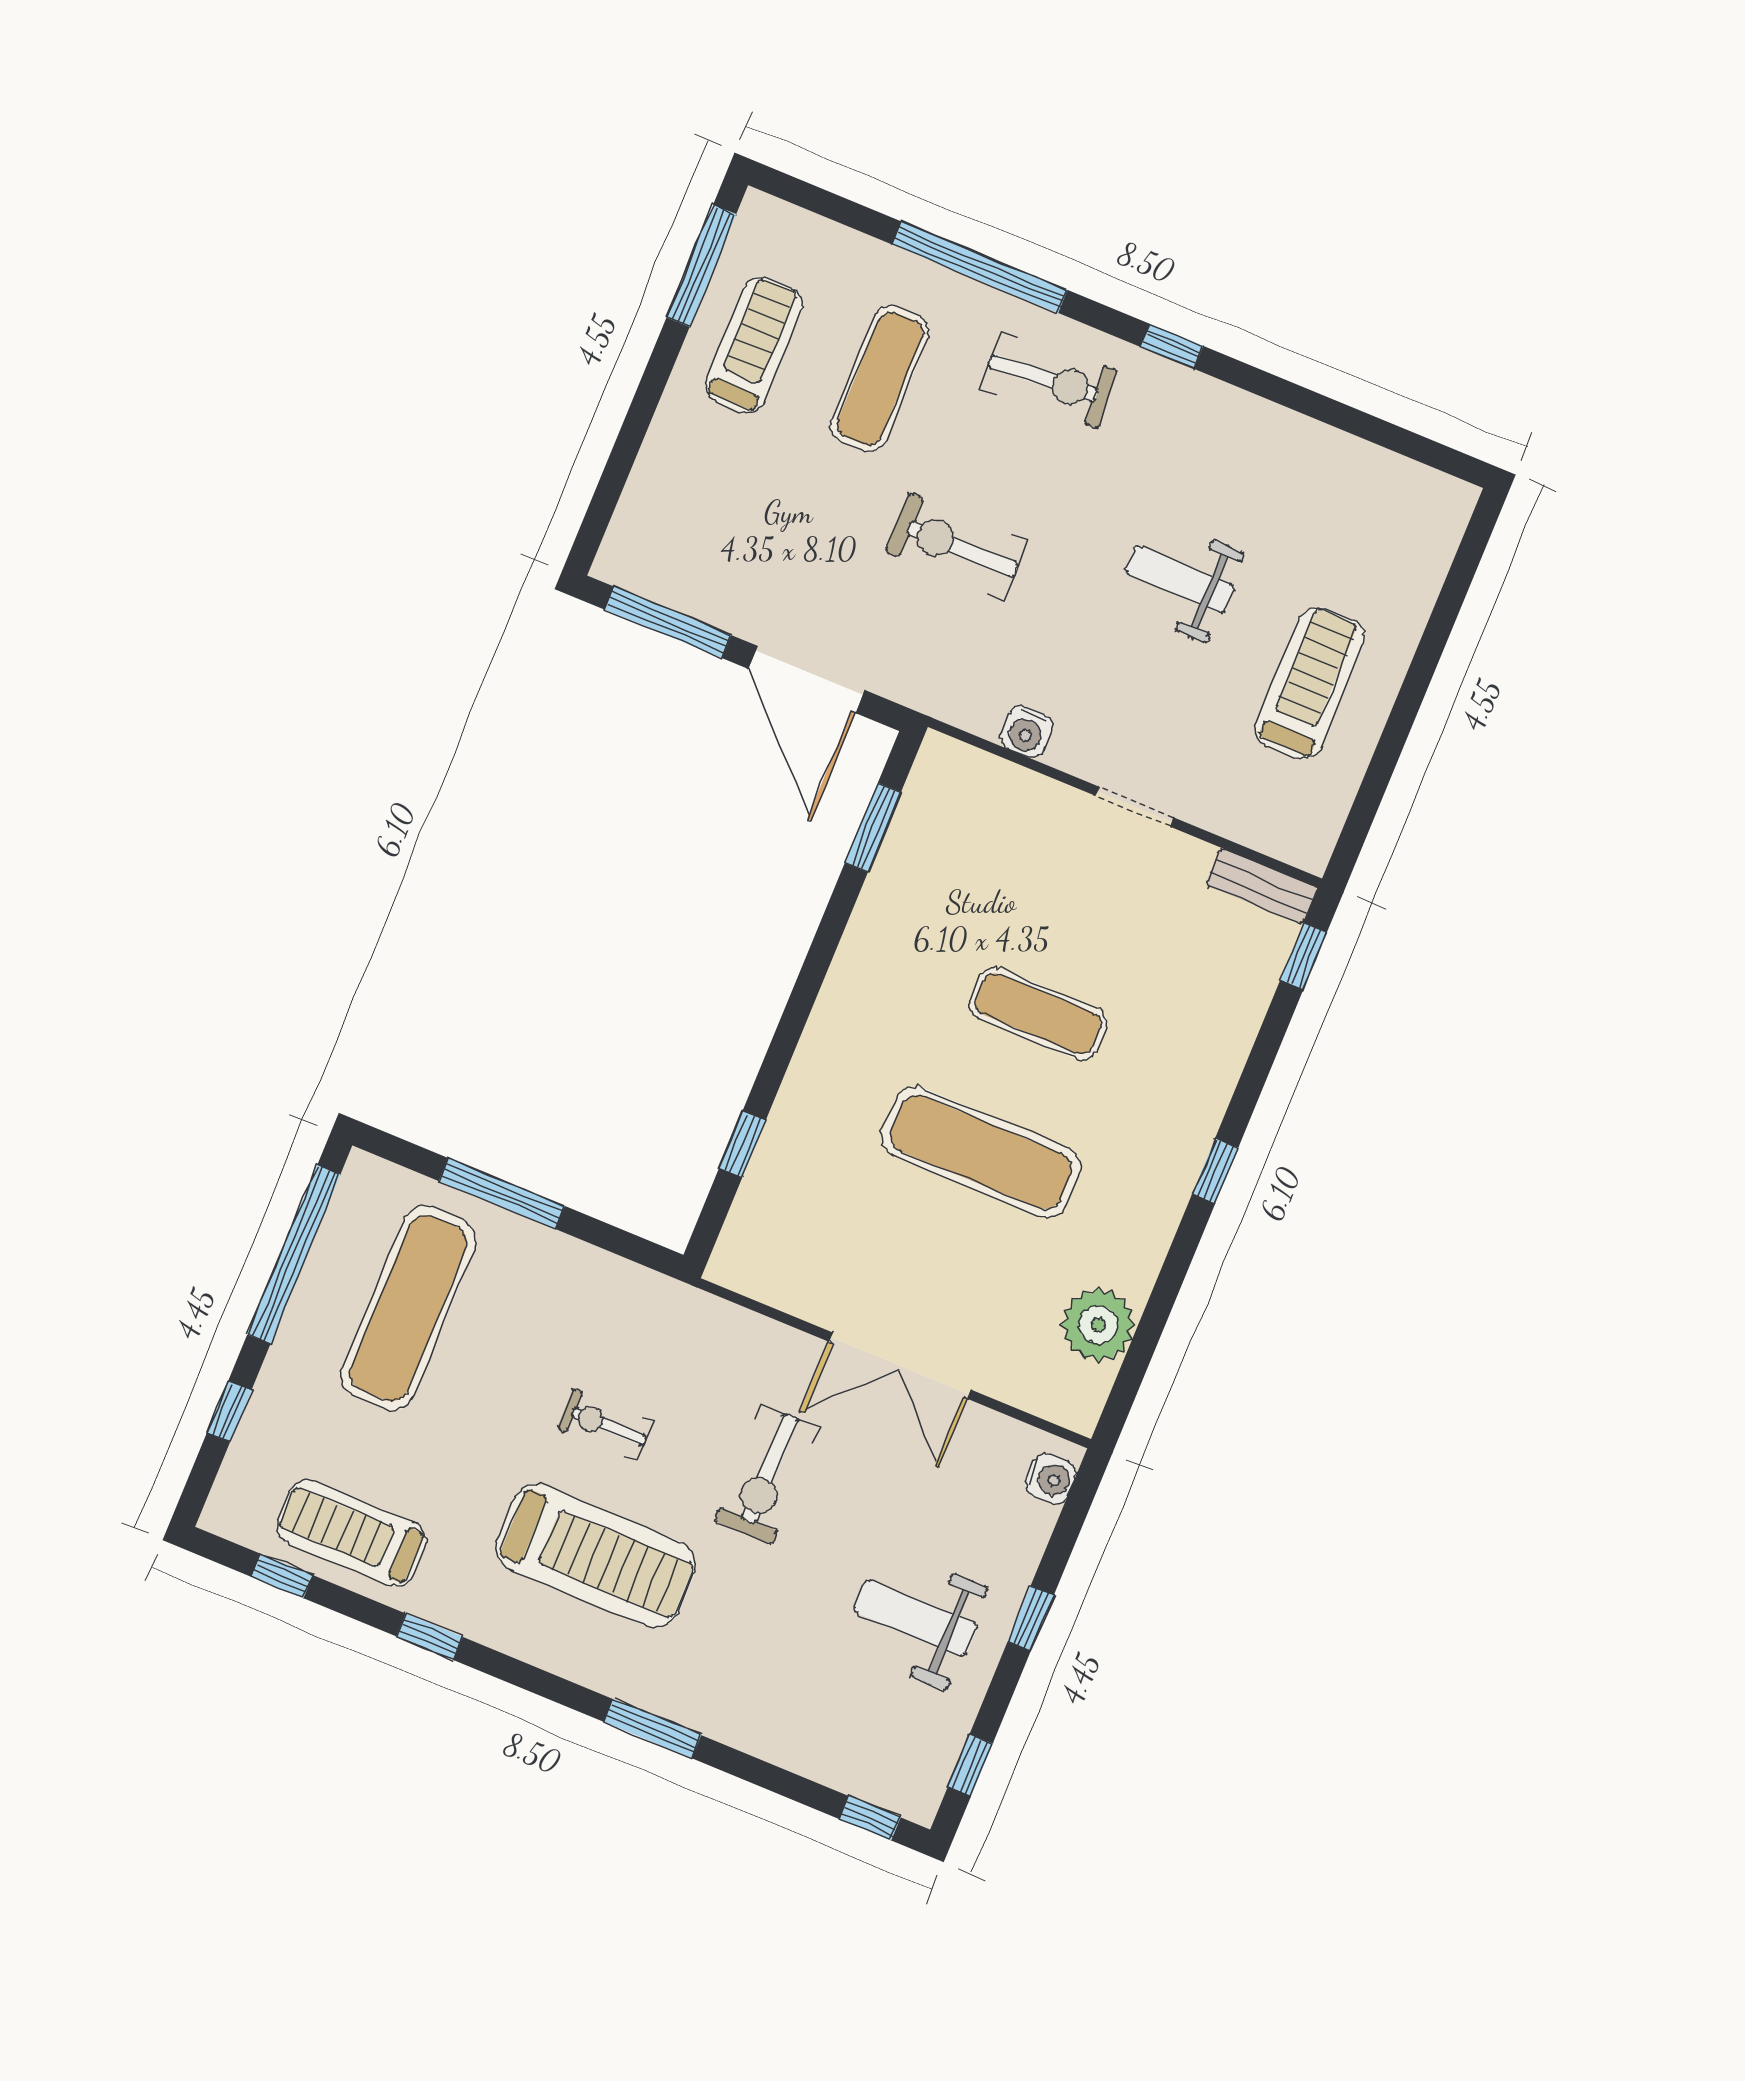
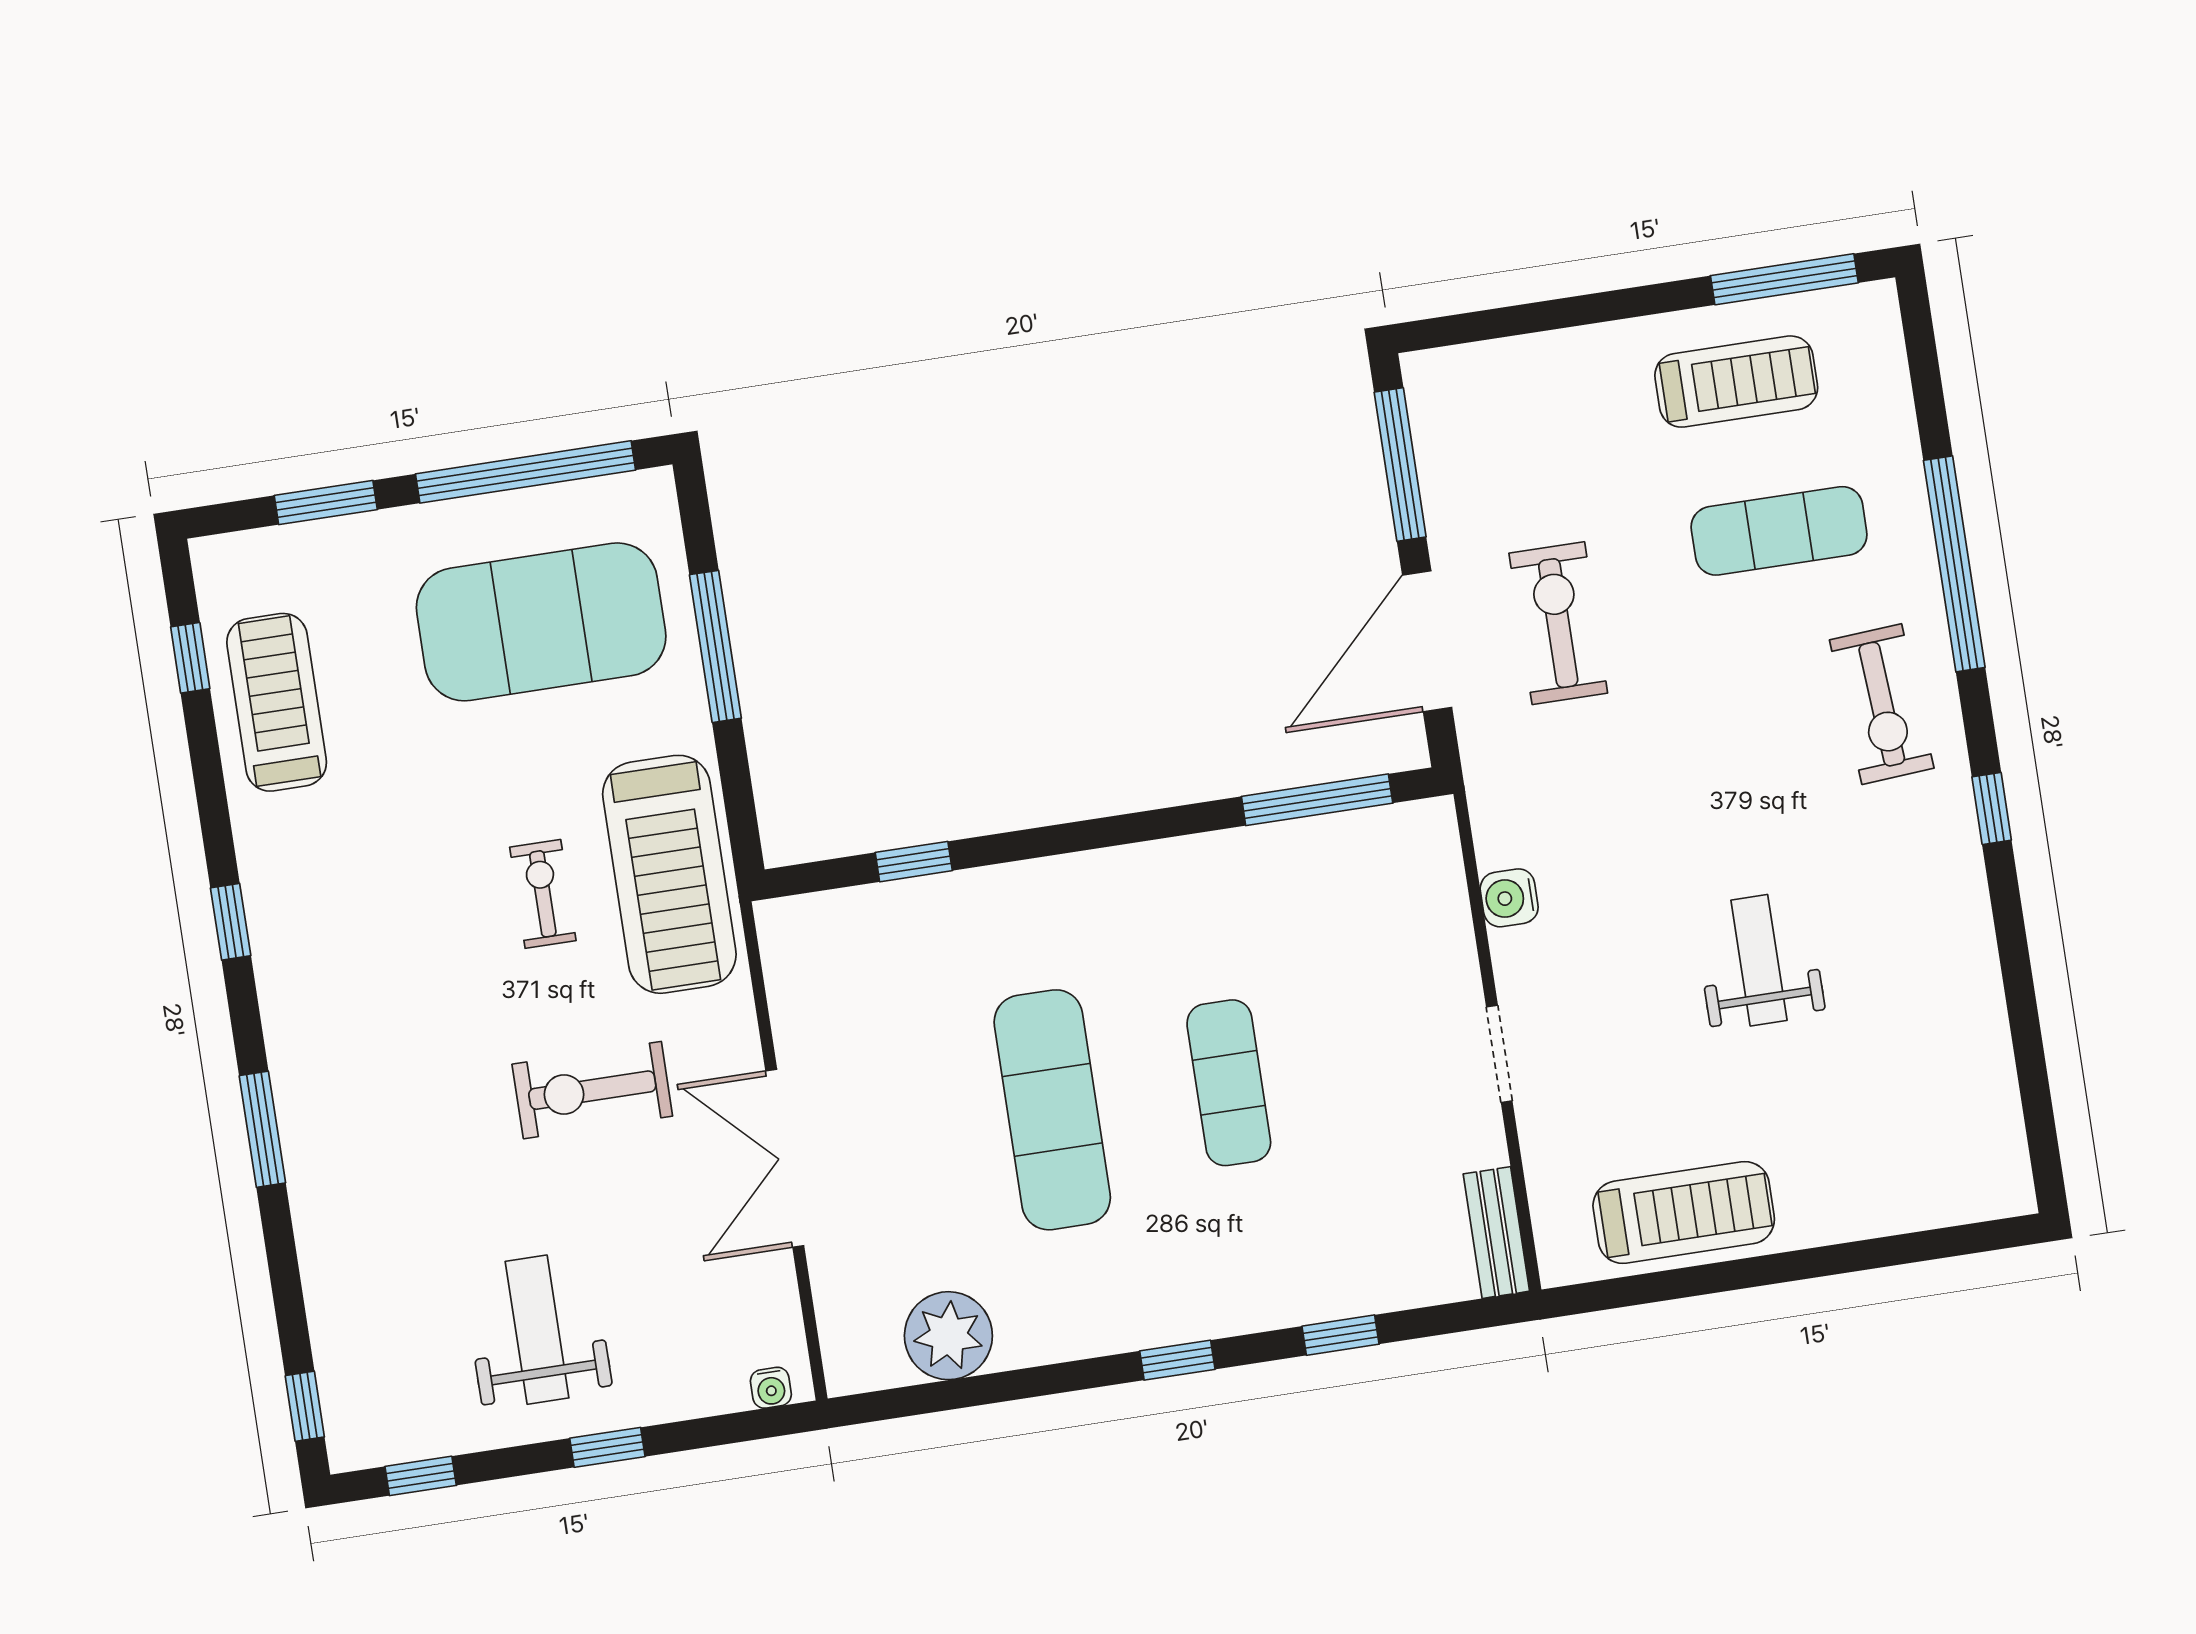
exercise bike: (957, 546) -> (1558, 623), moved
treadmill: (1310, 683) -> (1684, 1212), moved
window: (873, 827) -> (1317, 800), width x1.44
window: (1304, 956) -> (1341, 1335), moved
exercise mat: (408, 1308) -> (541, 622), width x1.47
window: (229, 1411) -> (326, 502), width x1.50
water cooler: (1051, 1479) -> (771, 1388), width x0.72, depth x0.72
treadmill: (596, 1556) -> (669, 874), moved
window: (430, 1637) -> (231, 922), moved

